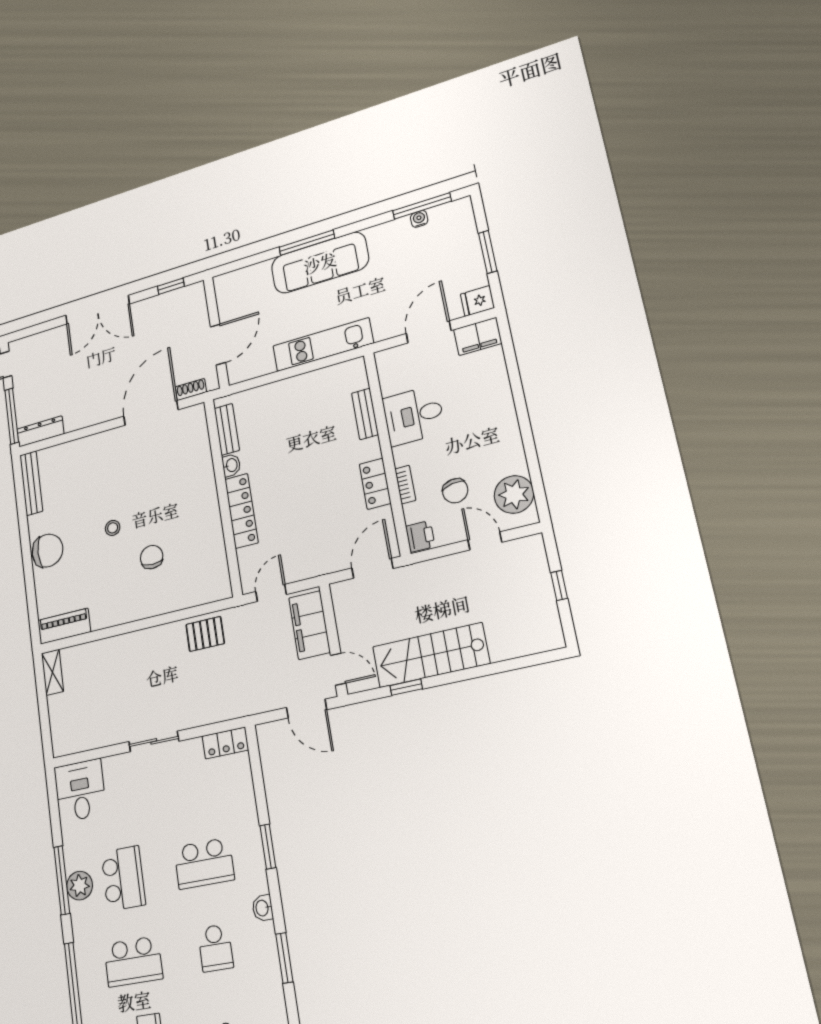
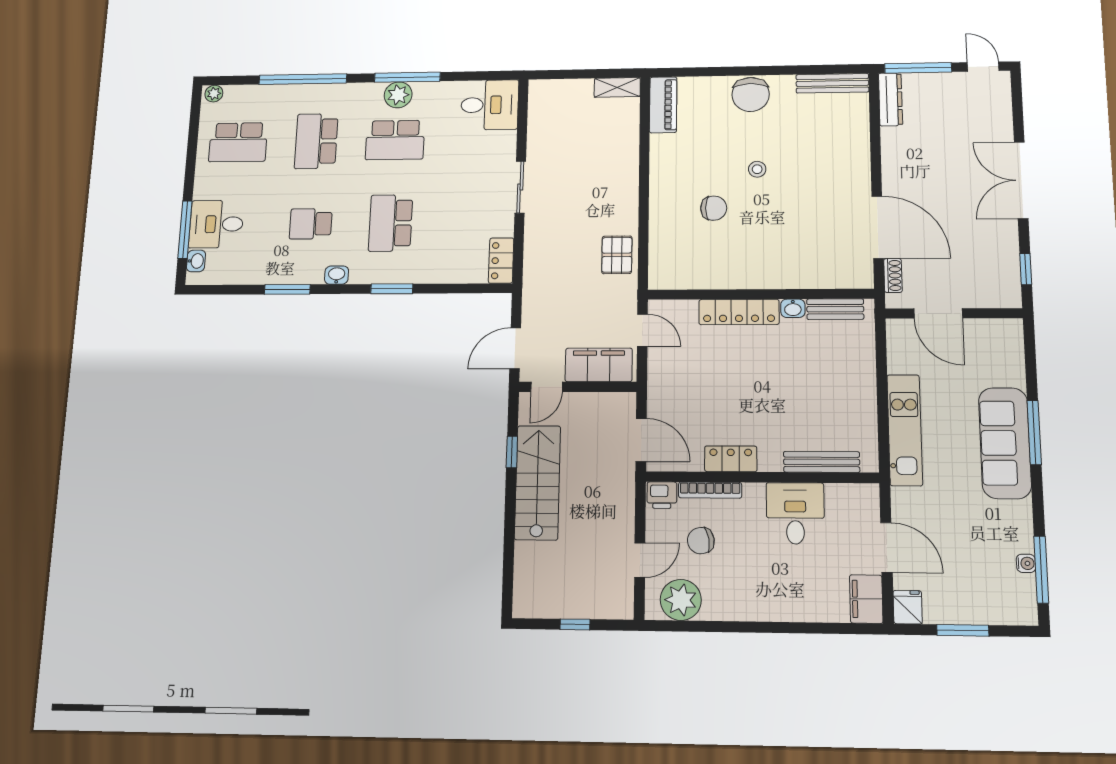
bench: (365, 414) -> (822, 462), width x1.36
bookcase: (405, 485) -> (710, 490), width x1.56

